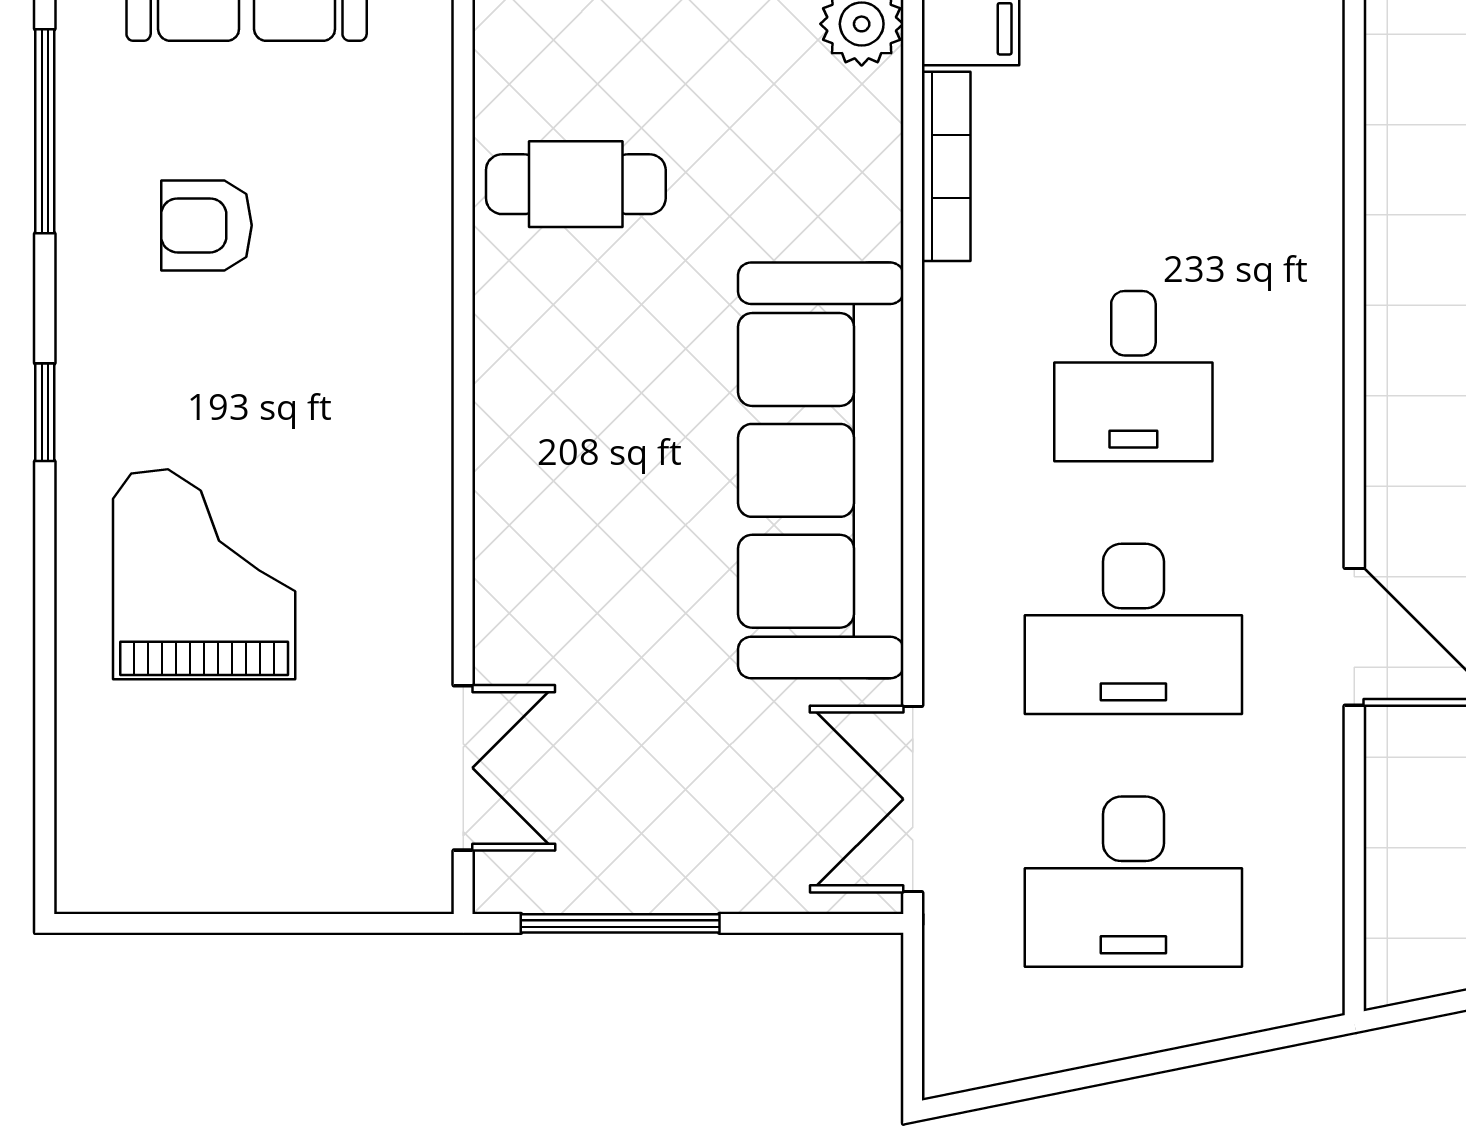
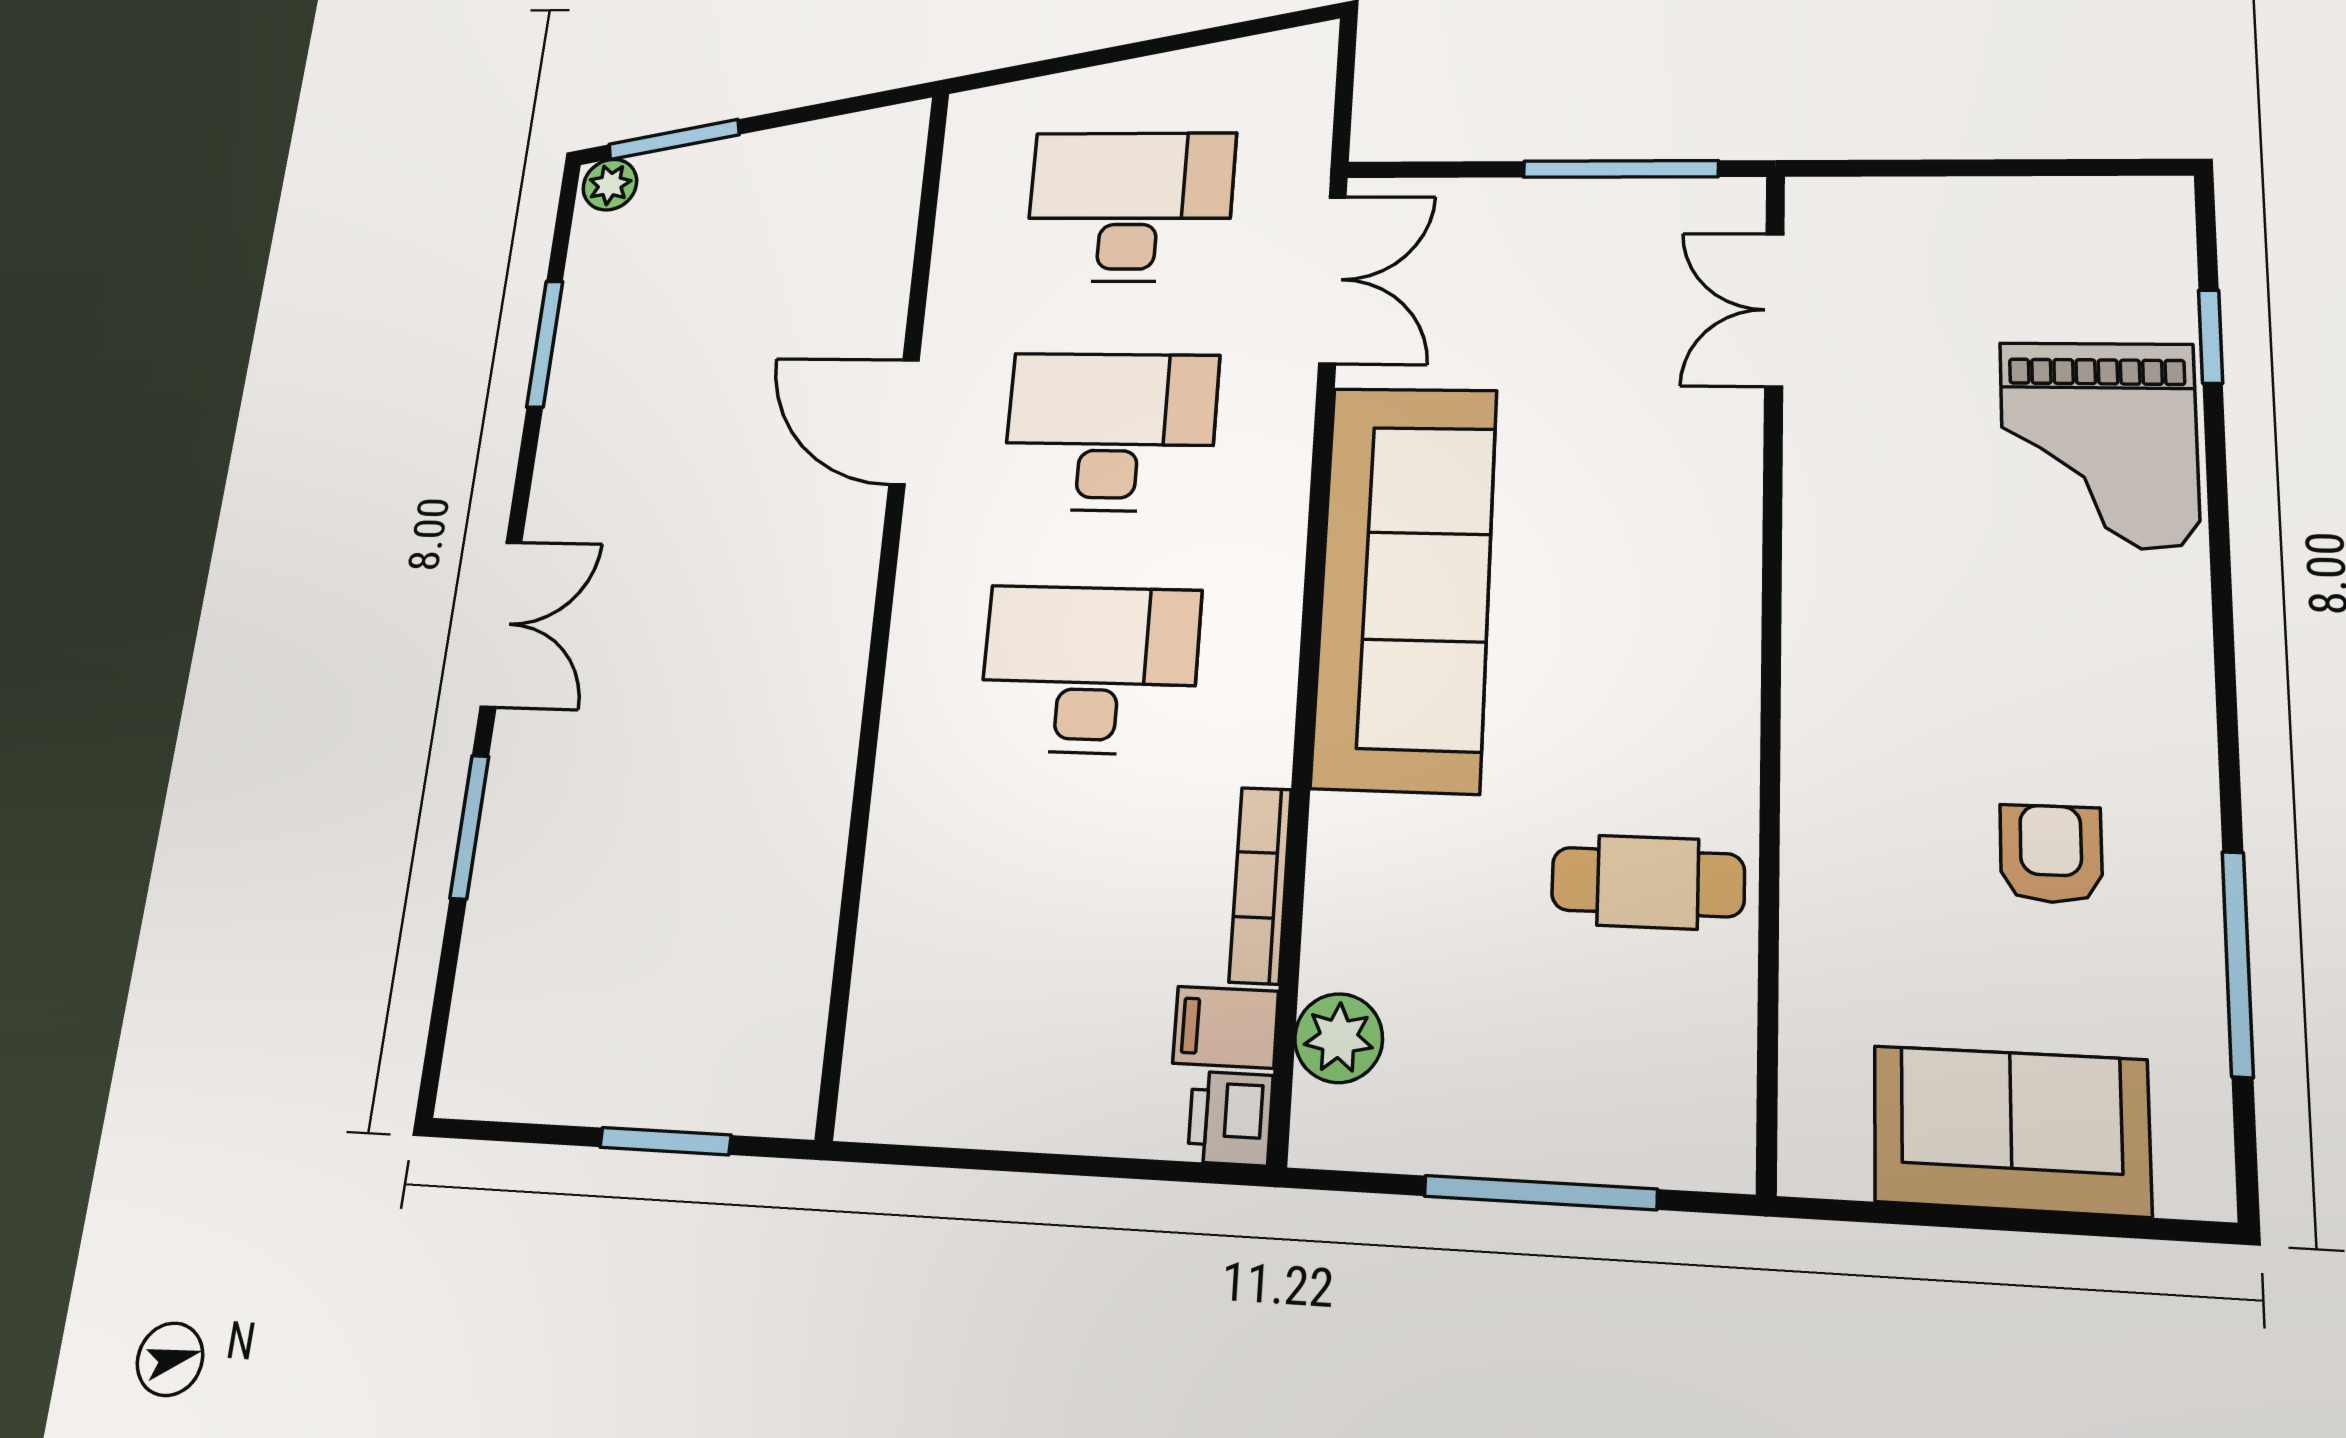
armchair: (206, 225) -> (2051, 854), turned -90
desk: (1133, 376) -> (1090, 670), width x1.37
window: (45, 412) -> (2211, 337), moved
grand piano: (204, 574) -> (2099, 445), moved

